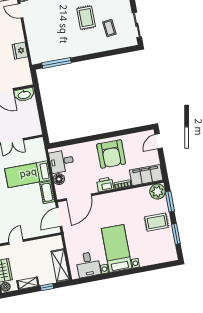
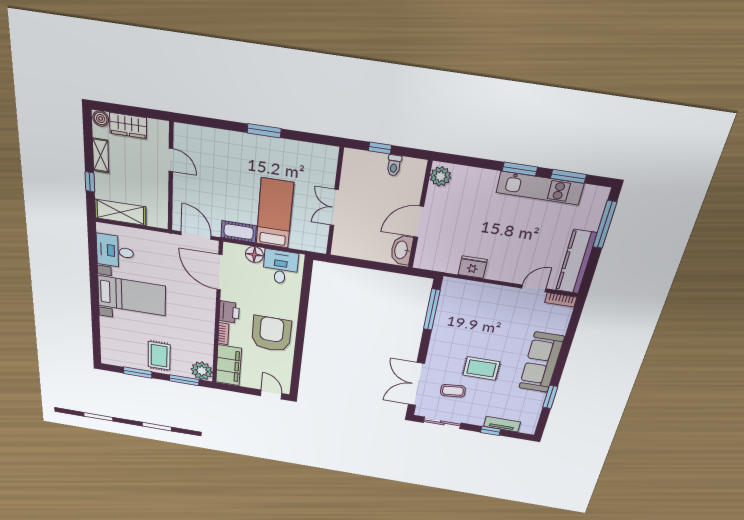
double door: (113, 52) -> (416, 384), added
armchair: (111, 154) -> (271, 334), turned 90

